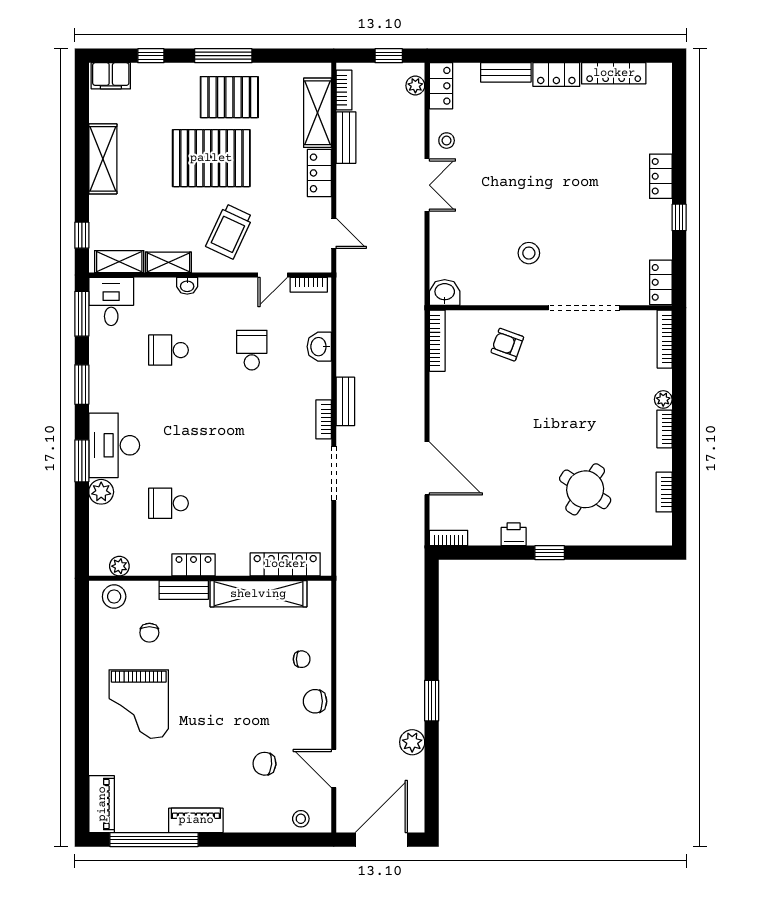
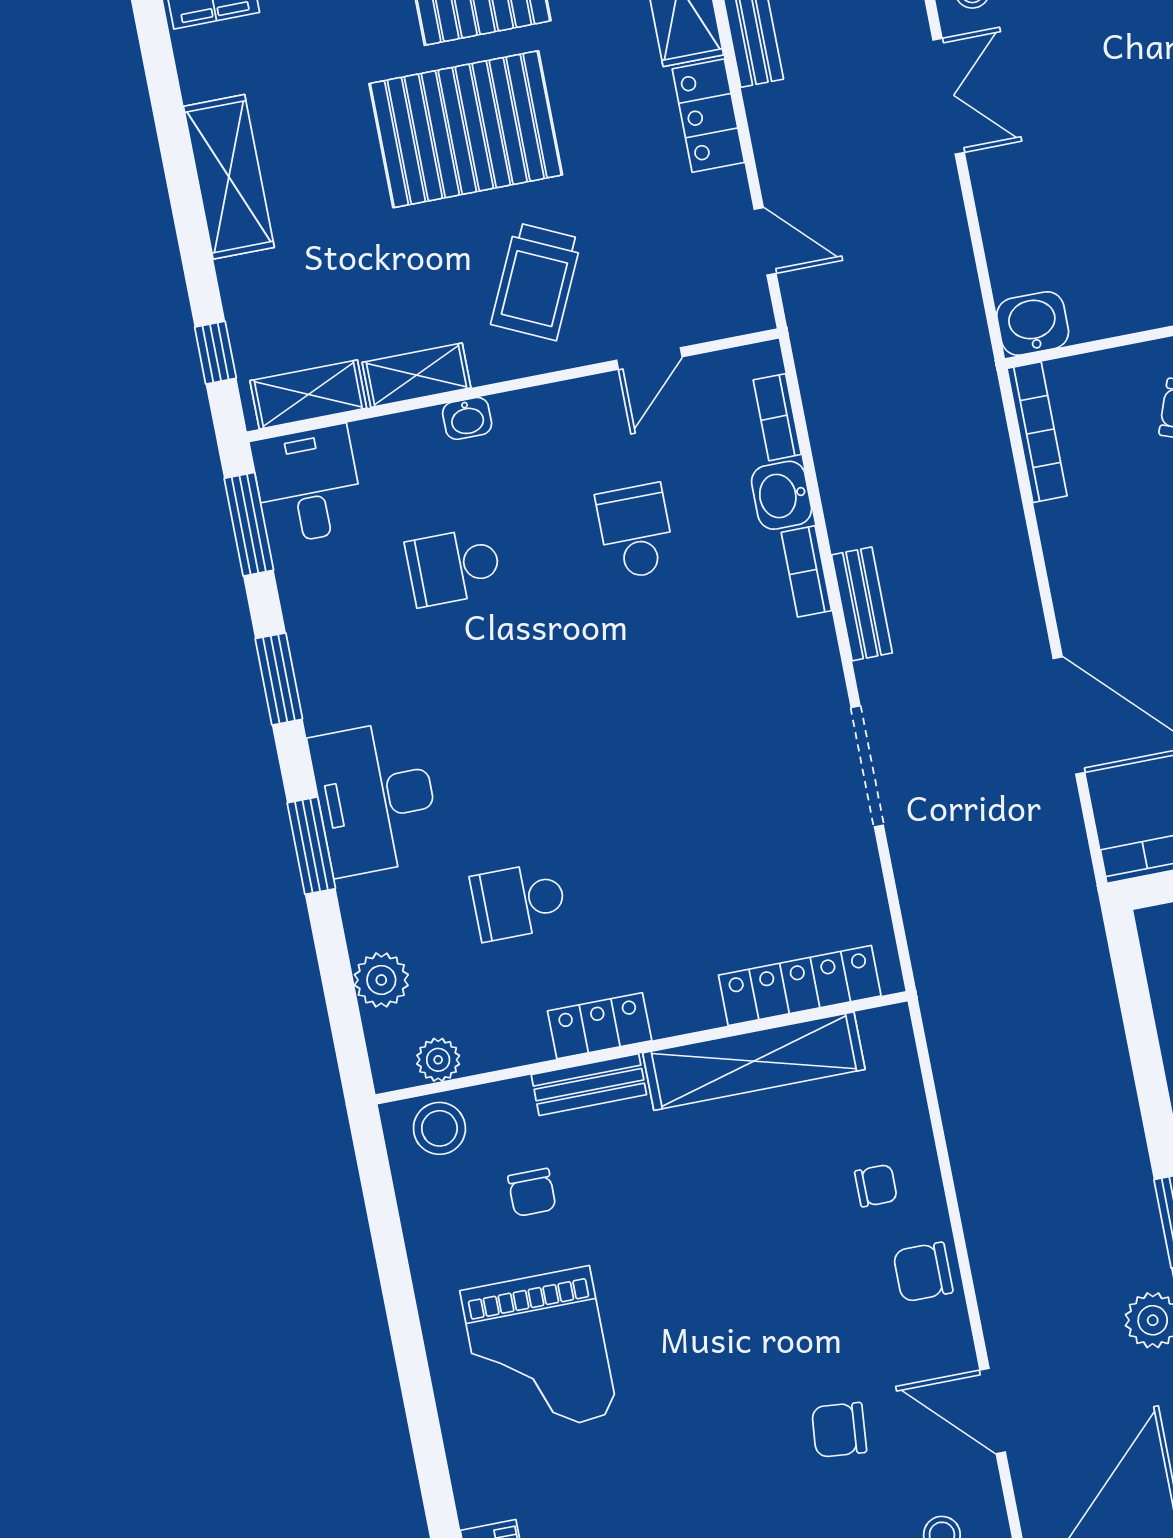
bookcase: (309, 285) -> (777, 417), moved, turned 90
bookcase: (324, 419) -> (806, 571), moved
plant: (101, 492) -> (381, 980), moved

